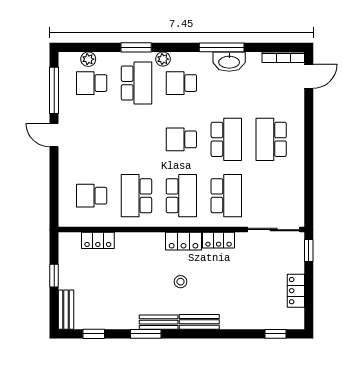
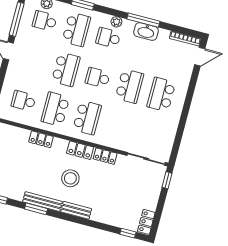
plant: (163, 59) -> (116, 22), moved
school desk: (226, 196) -> (66, 69), moved
locker: (98, 240) -> (41, 139), moved
stool: (180, 282) -> (70, 178), width x1.89, depth x1.89
locker: (296, 291) -> (146, 222), moved
bench: (159, 322) -> (42, 202), width x1.36

